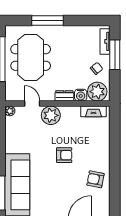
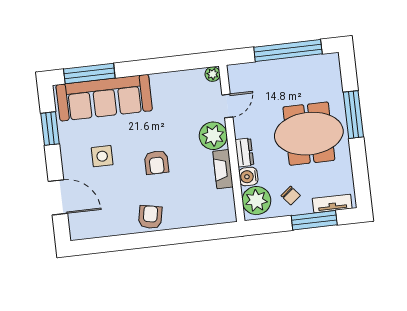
meeting table: (31, 57) -> (309, 134), moved
fireplace: (93, 111) -> (223, 169), moved
armchair: (95, 179) -> (150, 217), moved
side table: (56, 191) -> (102, 156), added

